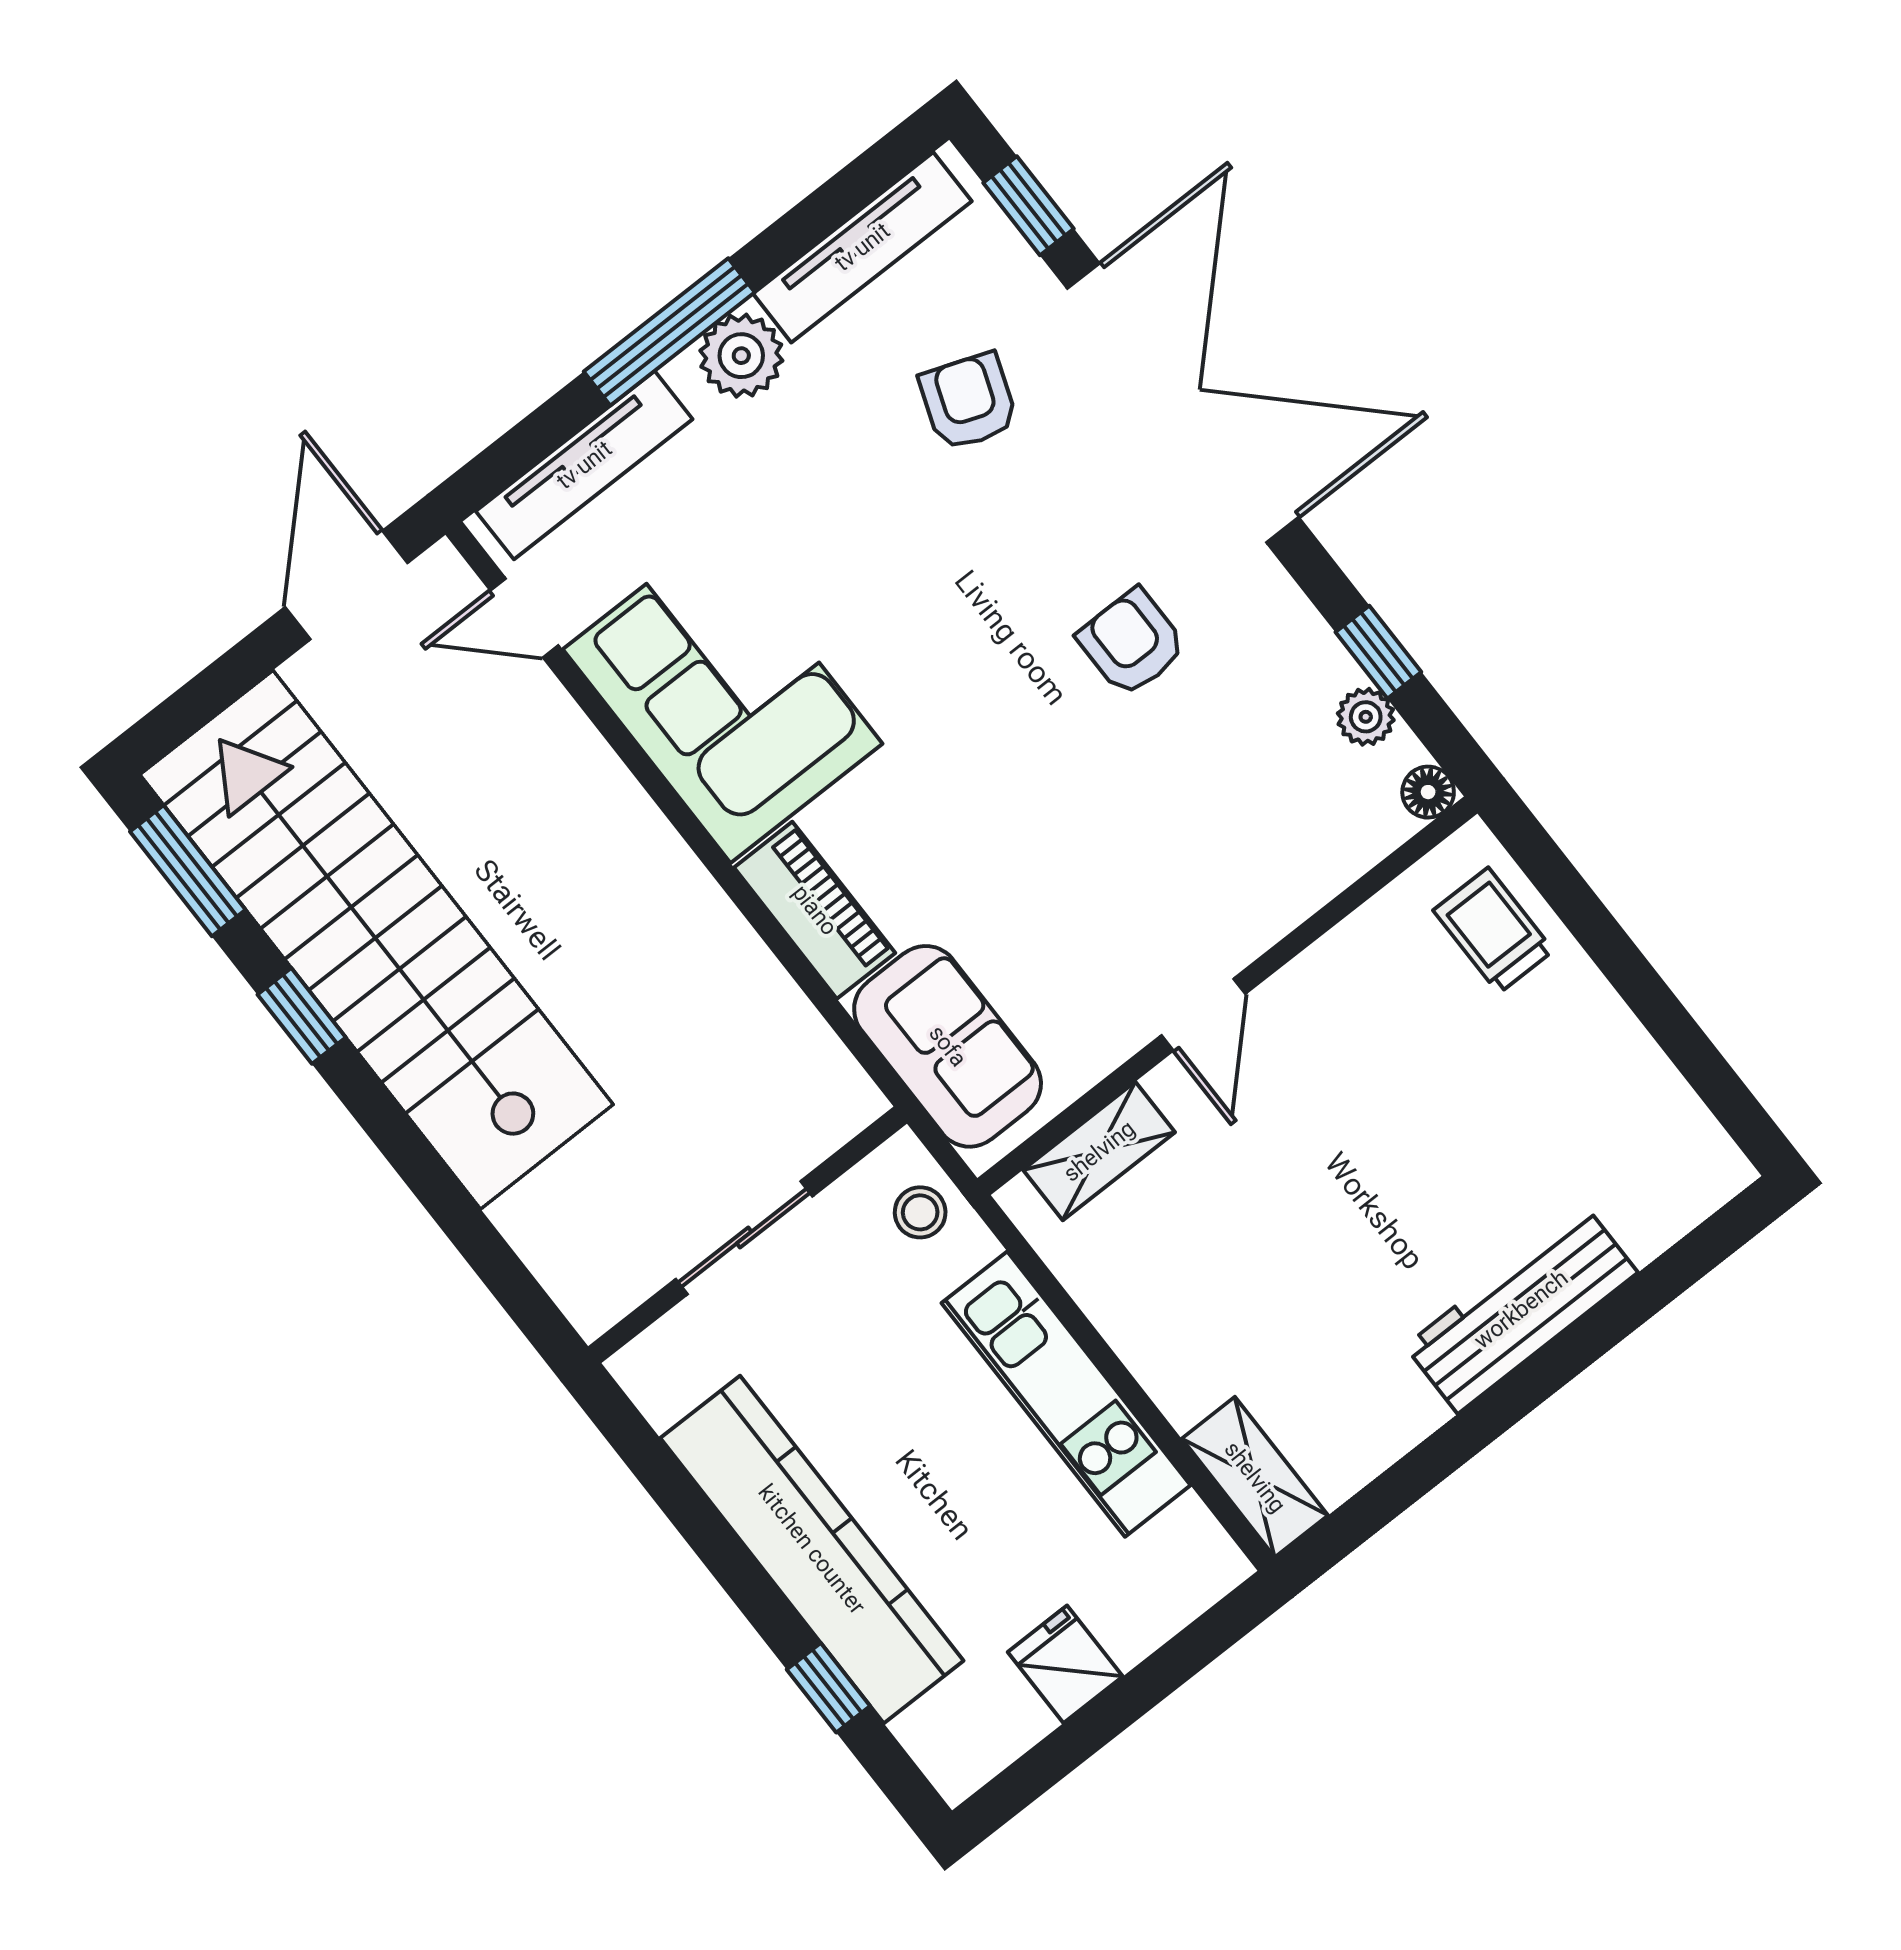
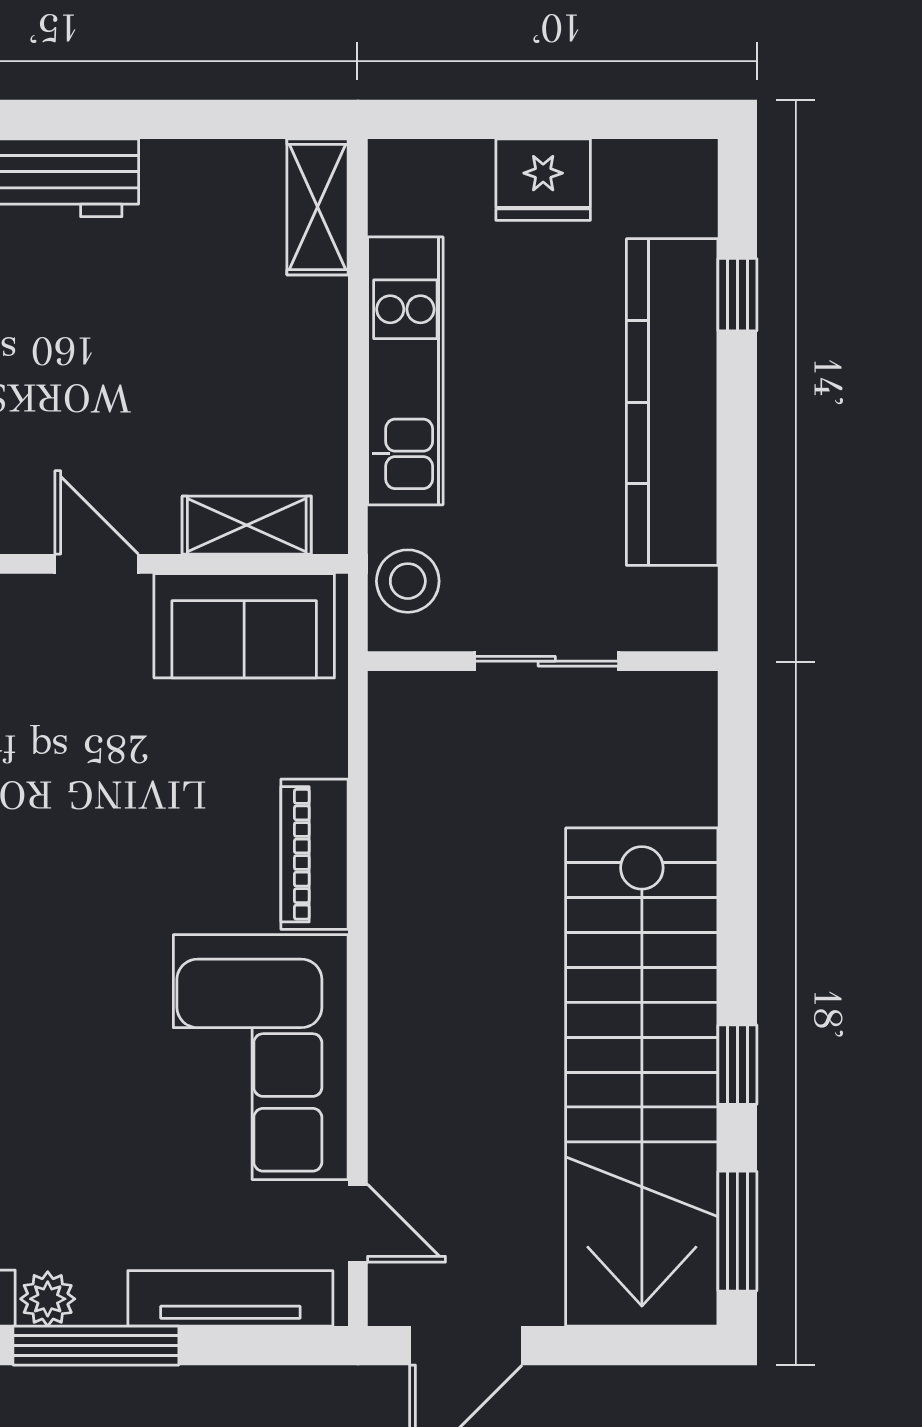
plant: (741, 356) -> (48, 1299), width x0.73, depth x0.73
door: (1203, 1015) -> (97, 564), hinge flipped
sofa: (948, 1046) -> (244, 626), moved, turned -90
stool: (920, 1212) -> (408, 581), width x1.37, depth x1.37
fridge: (1065, 1664) -> (543, 180), width x1.38

